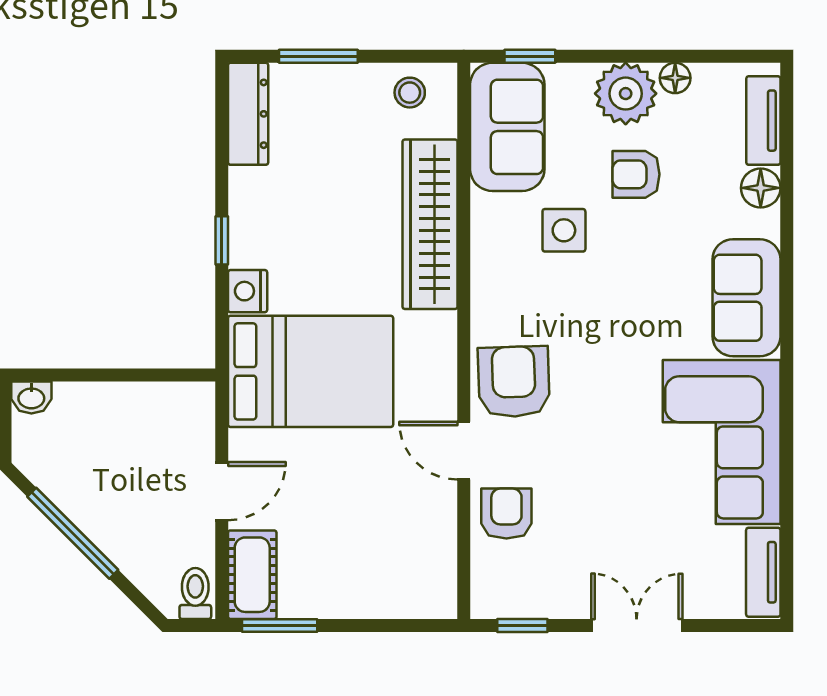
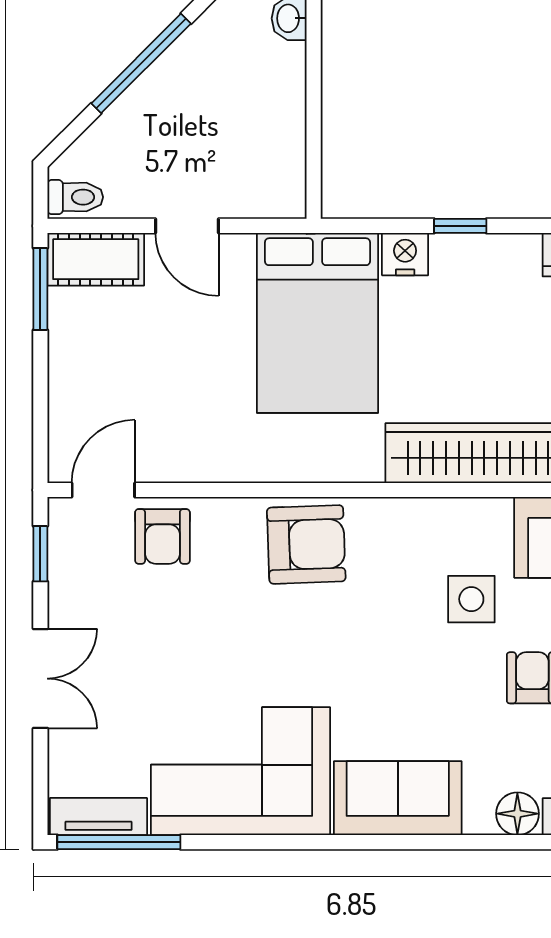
door: (464, 451) -> (103, 490), moved
armchair: (506, 514) -> (162, 536), turned 90
window: (787, 554) -> (119, 842), added

